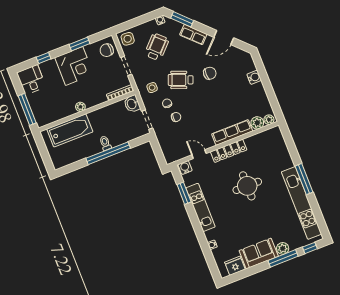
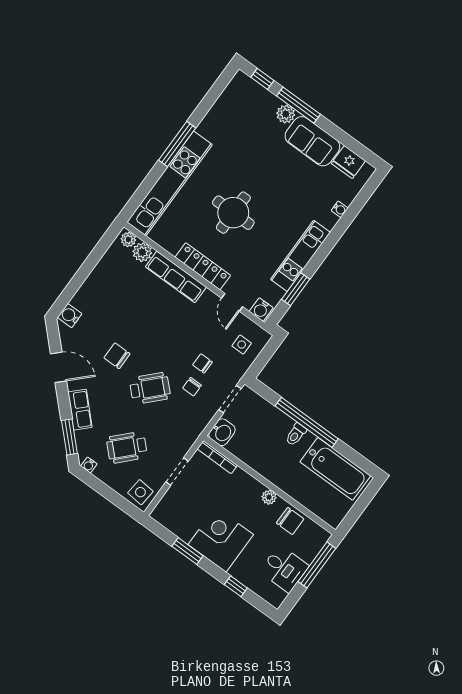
chair: (107, 50) -> (290, 521), moved
water cooler: (254, 77) -> (70, 316), moved
desk: (31, 80) -> (284, 569), moved, turned -90
wheelchair: (181, 80) -> (150, 388), turned -67
side table: (152, 88) -> (242, 345), moved
bathtub: (70, 130) -> (335, 469), moved, turned 180
kitchen unit: (301, 203) -> (170, 183), moved

